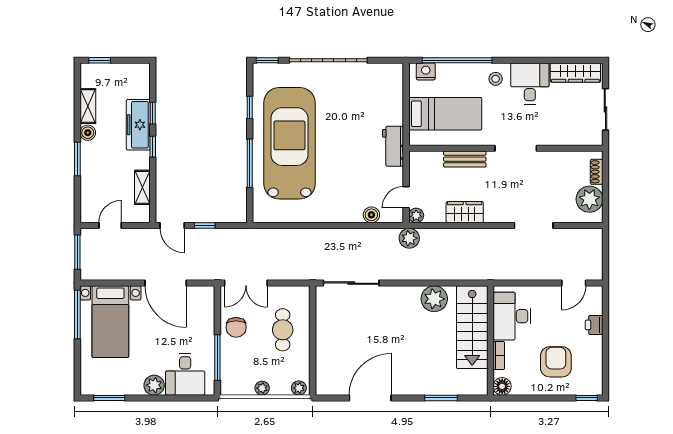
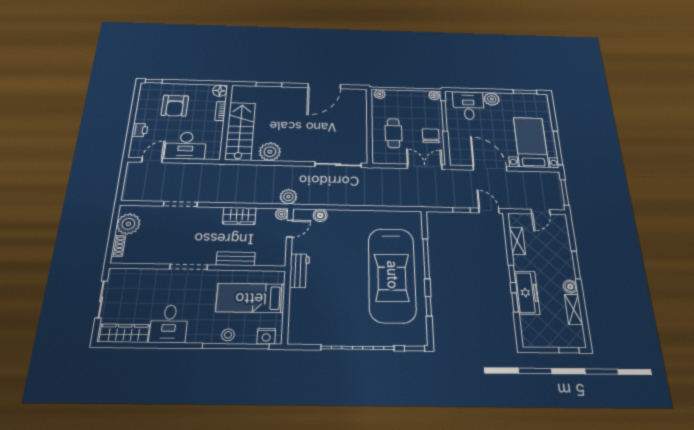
stool: (496, 79) -> (228, 335), moved
desk: (512, 316) -> (186, 146), moved, turned 90
plant: (262, 388) -> (434, 95), moved

